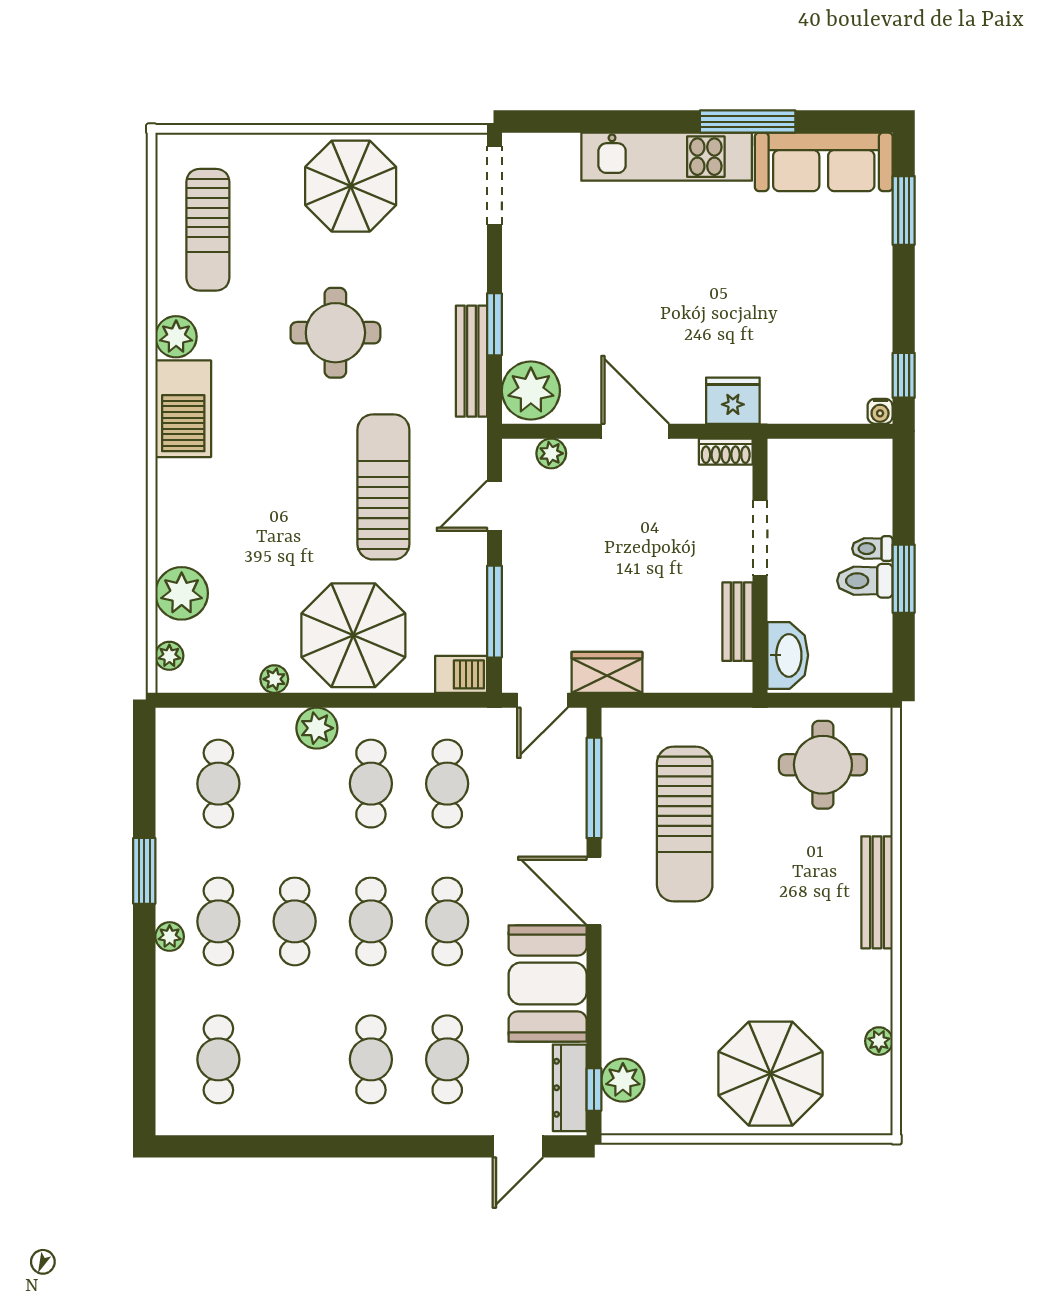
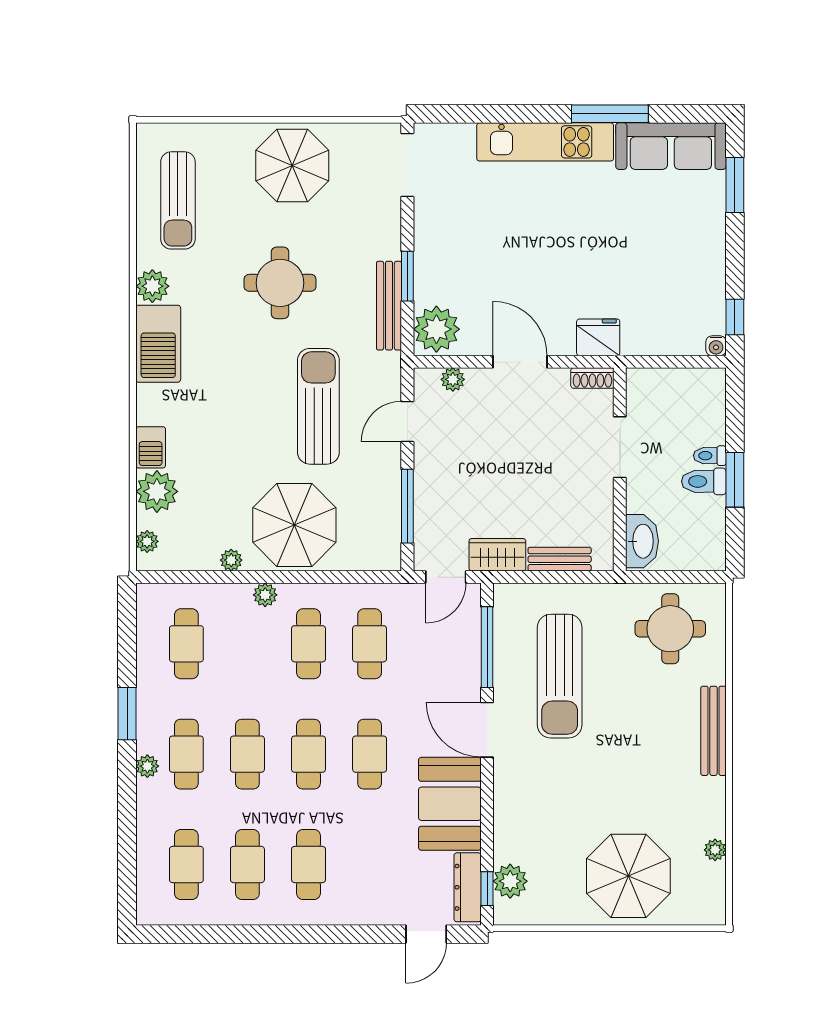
bench: (737, 622) -> (560, 559), moved, turned 90
barbecue: (461, 674) -> (151, 447), moved, turned 90
plant: (317, 728) -> (265, 595), width x0.73, depth x0.73
cafe table: (447, 1059) -> (247, 864), moved

